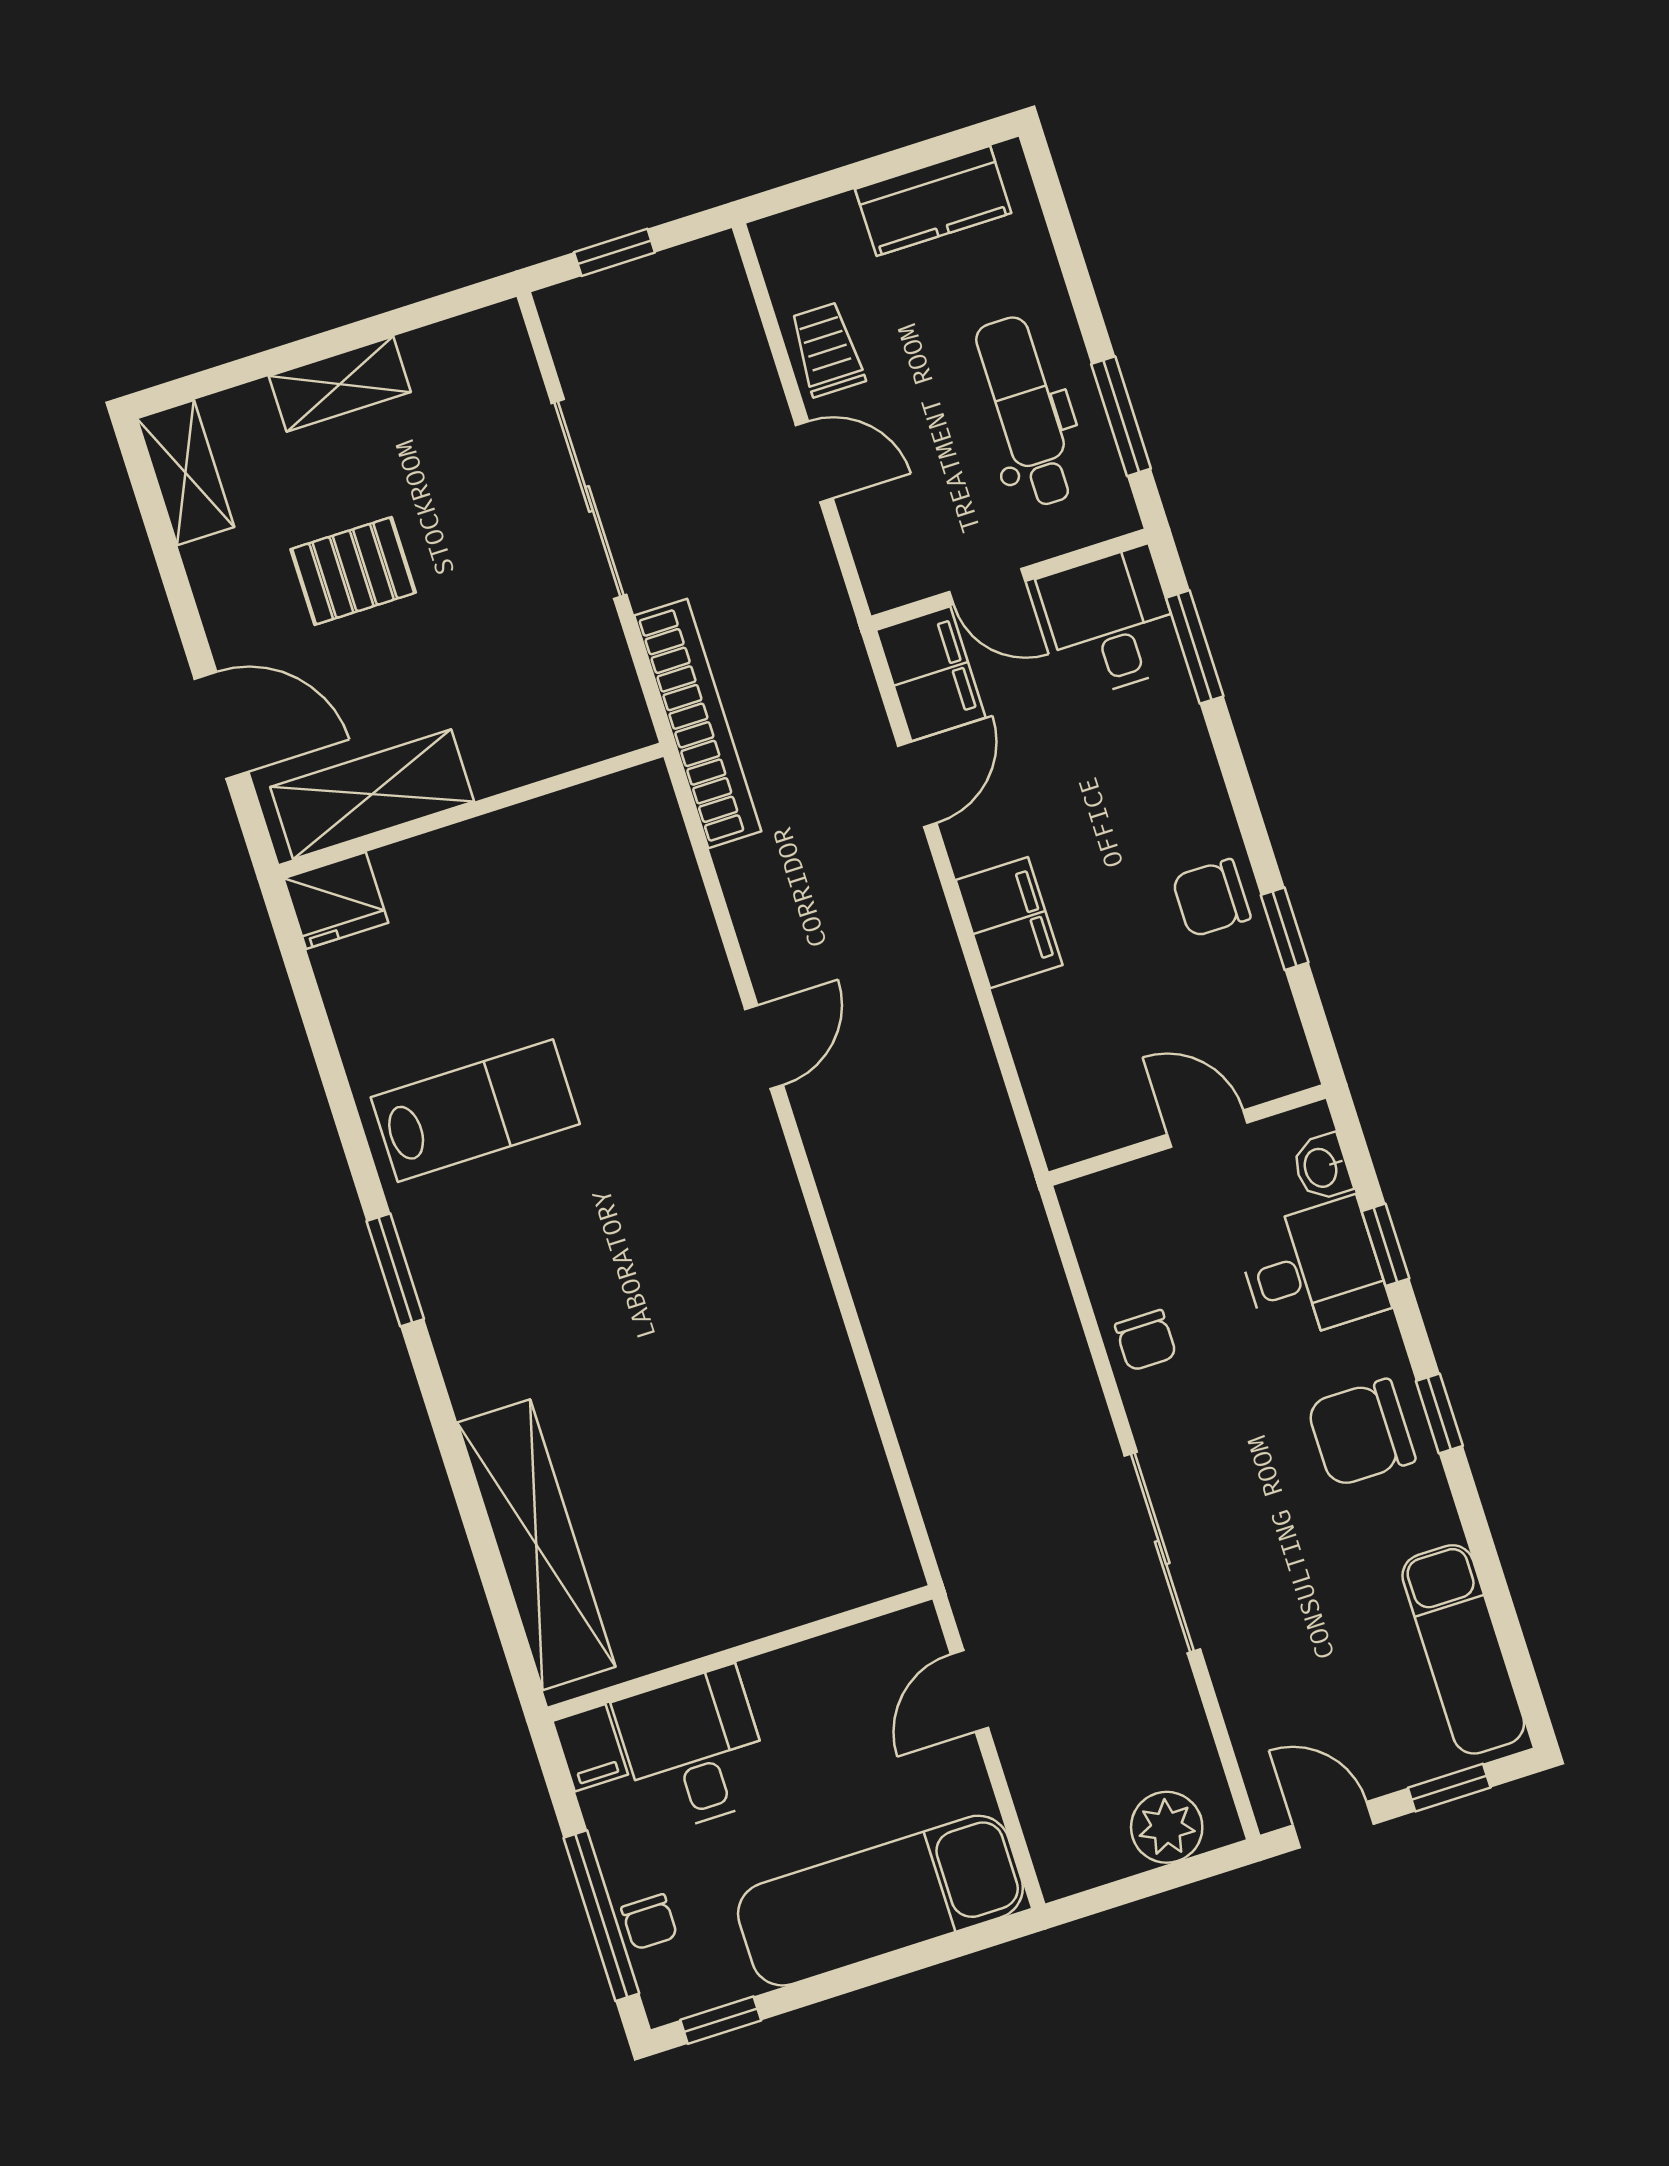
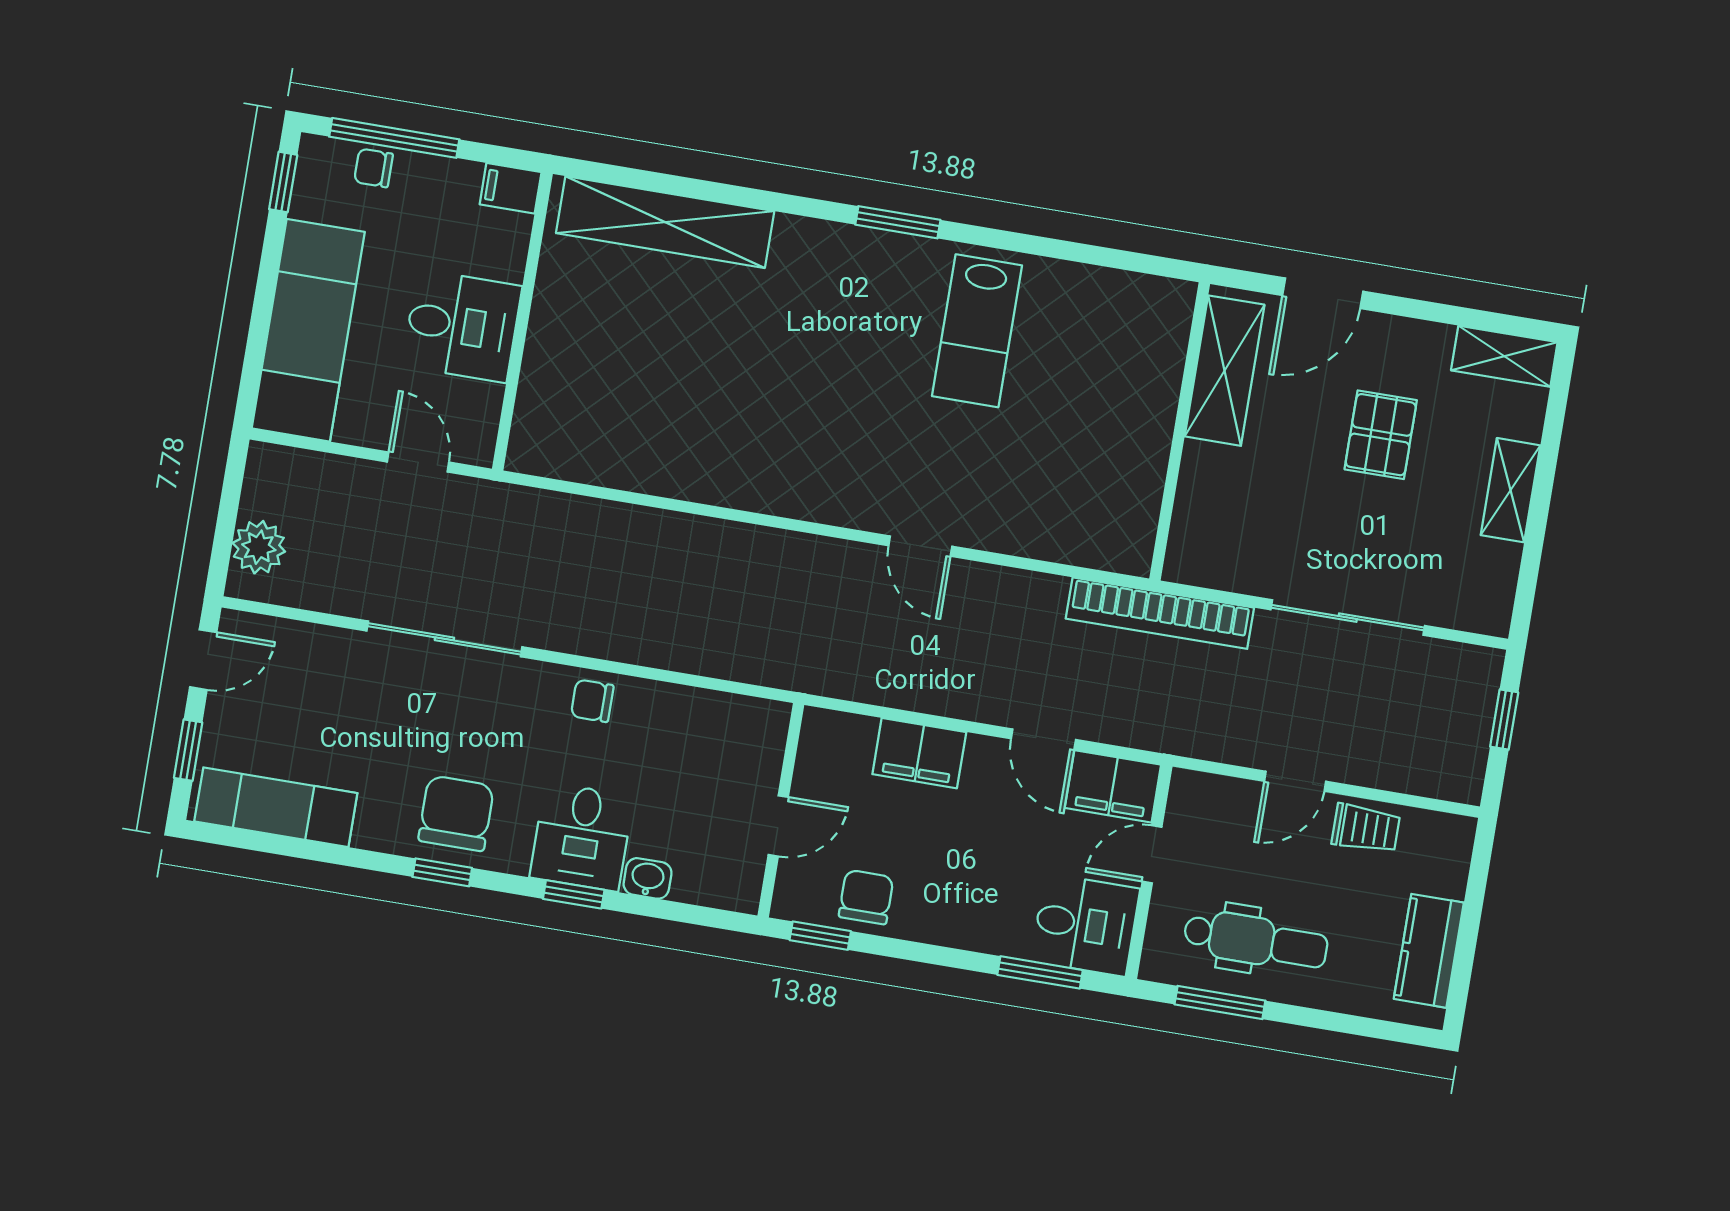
fridge: (336, 901) -> (1166, 310), removed
door: (1207, 1129) -> (778, 826), moved
wall: (1187, 1135) -> (781, 810), moved
desk: (694, 1750) -> (462, 326), moved

